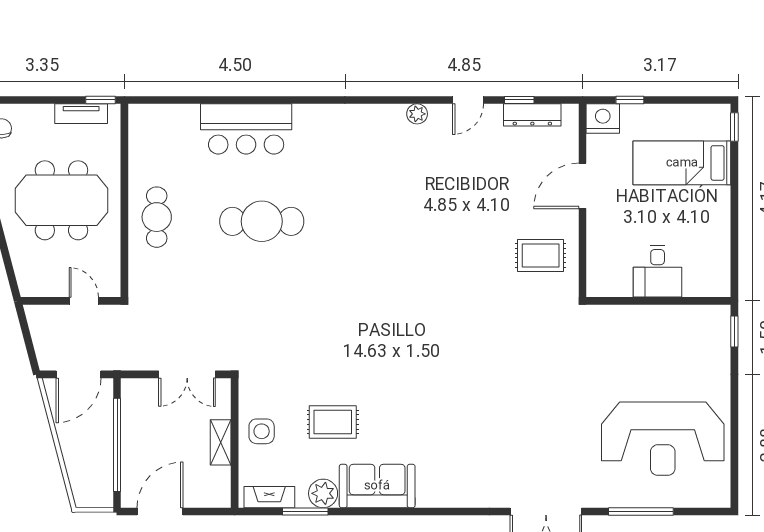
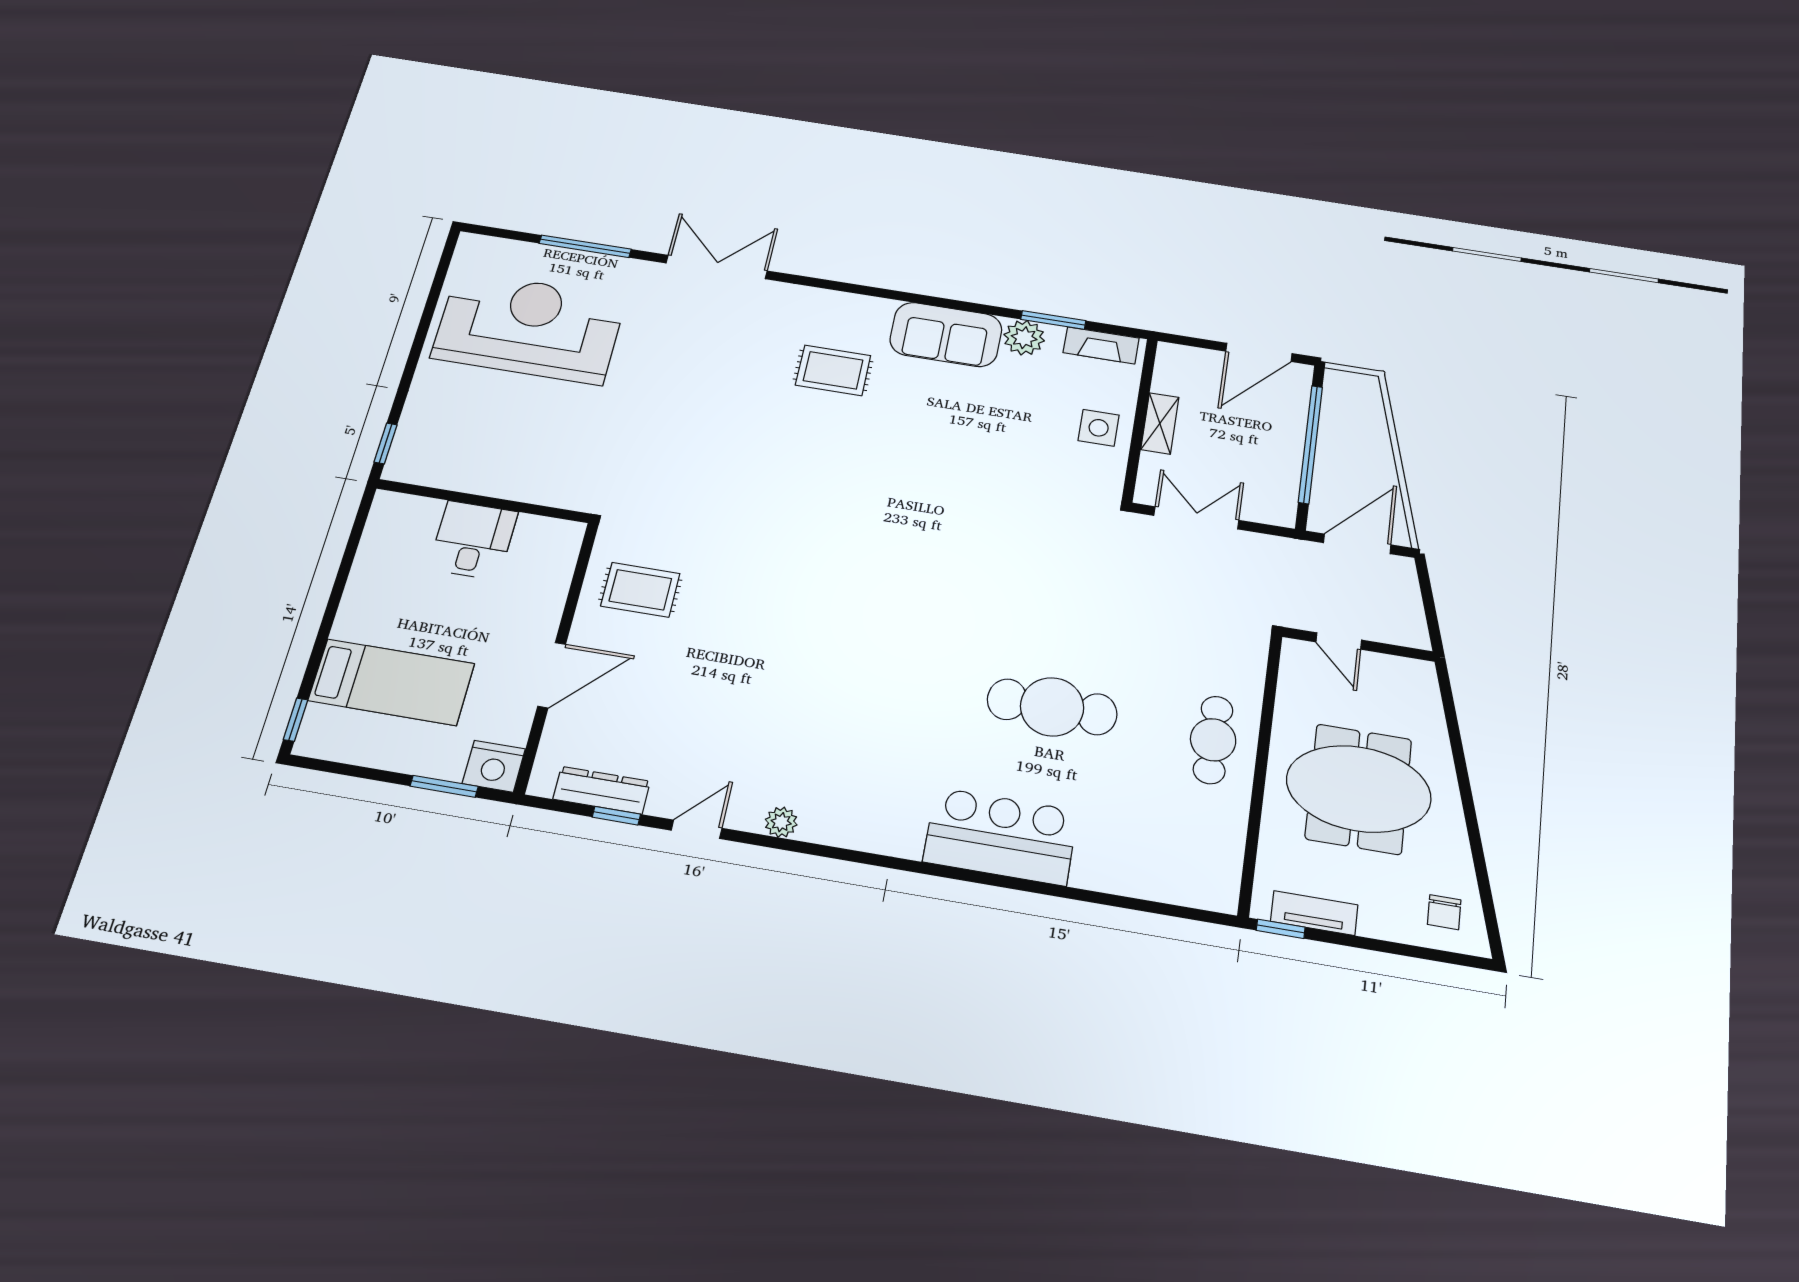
window: (630, 100) -> (444, 786), width x1.50
bar counter: (246, 129) -> (1001, 836), moved
rug: (333, 422) -> (833, 370), moved

